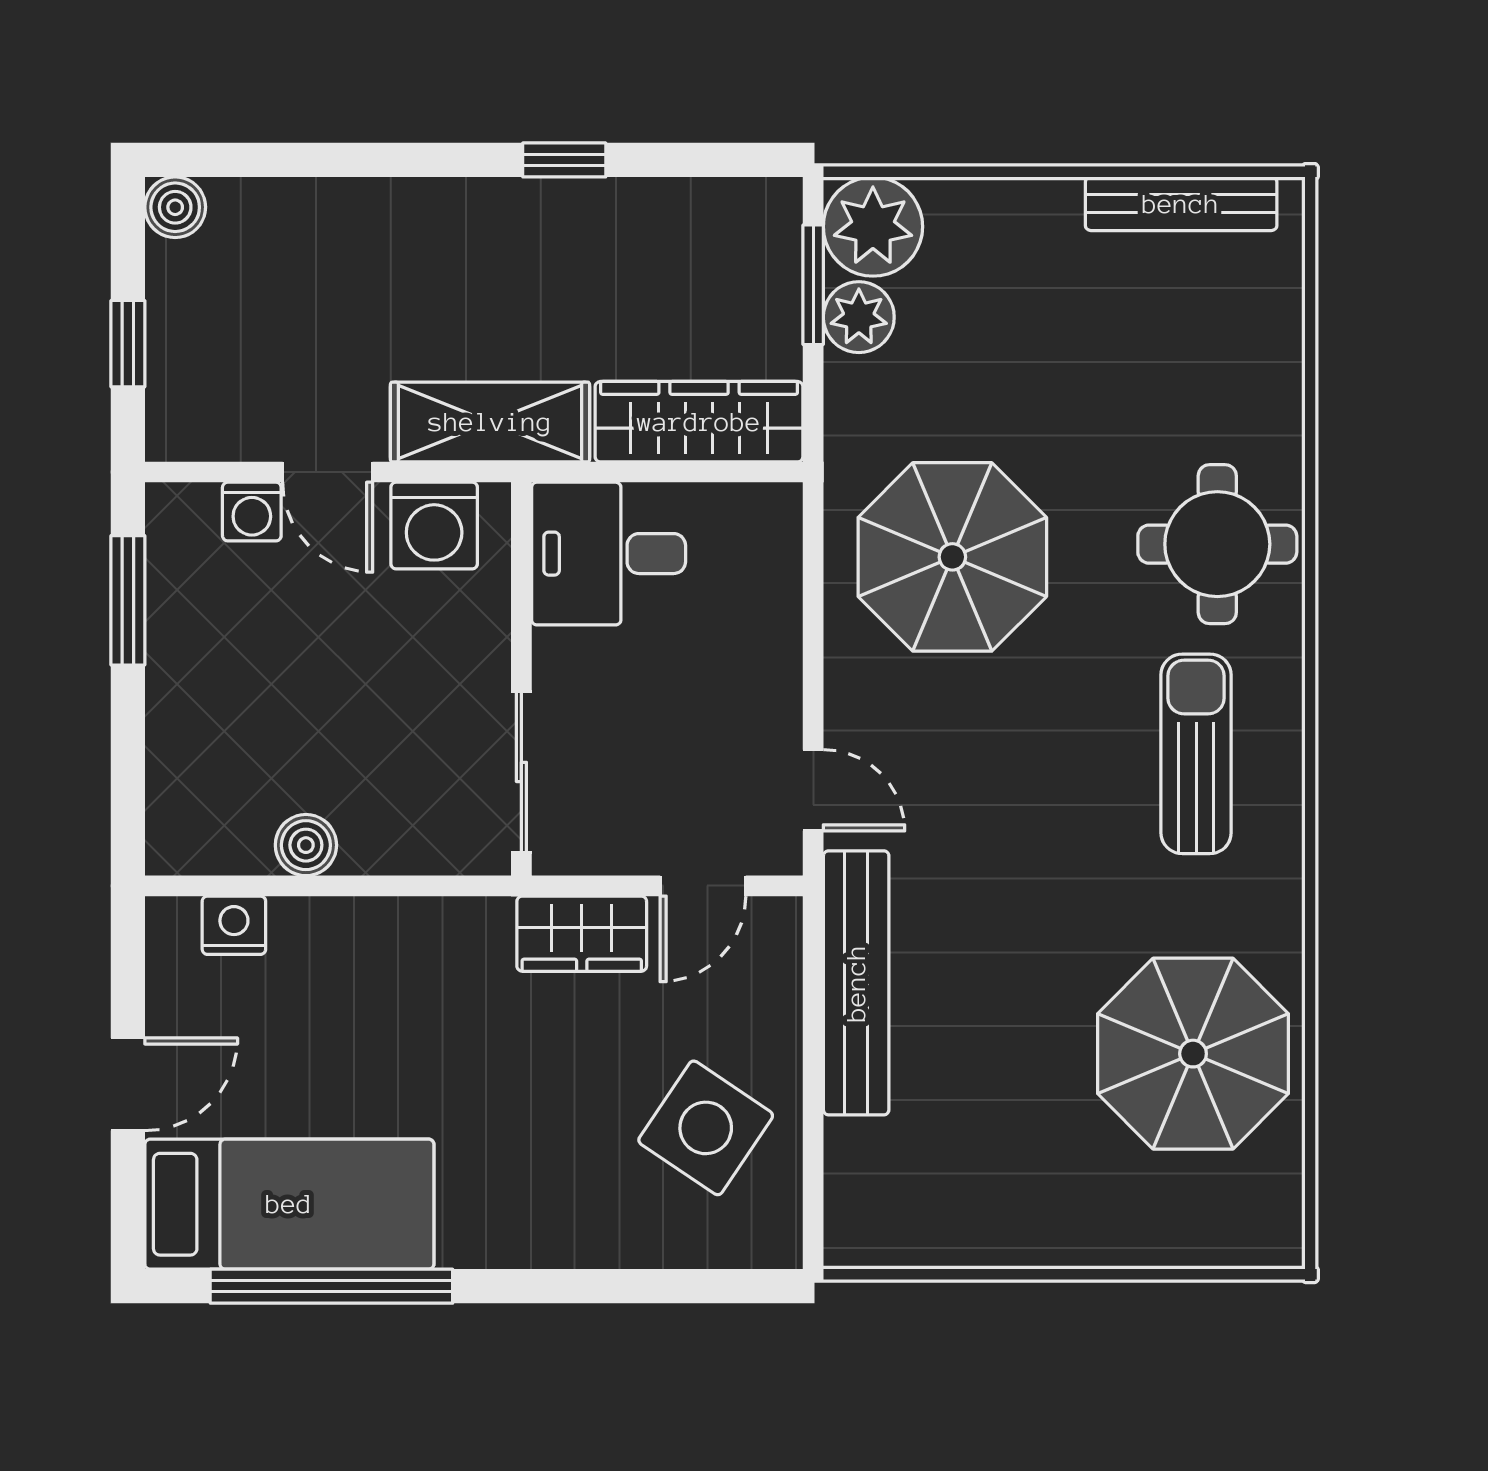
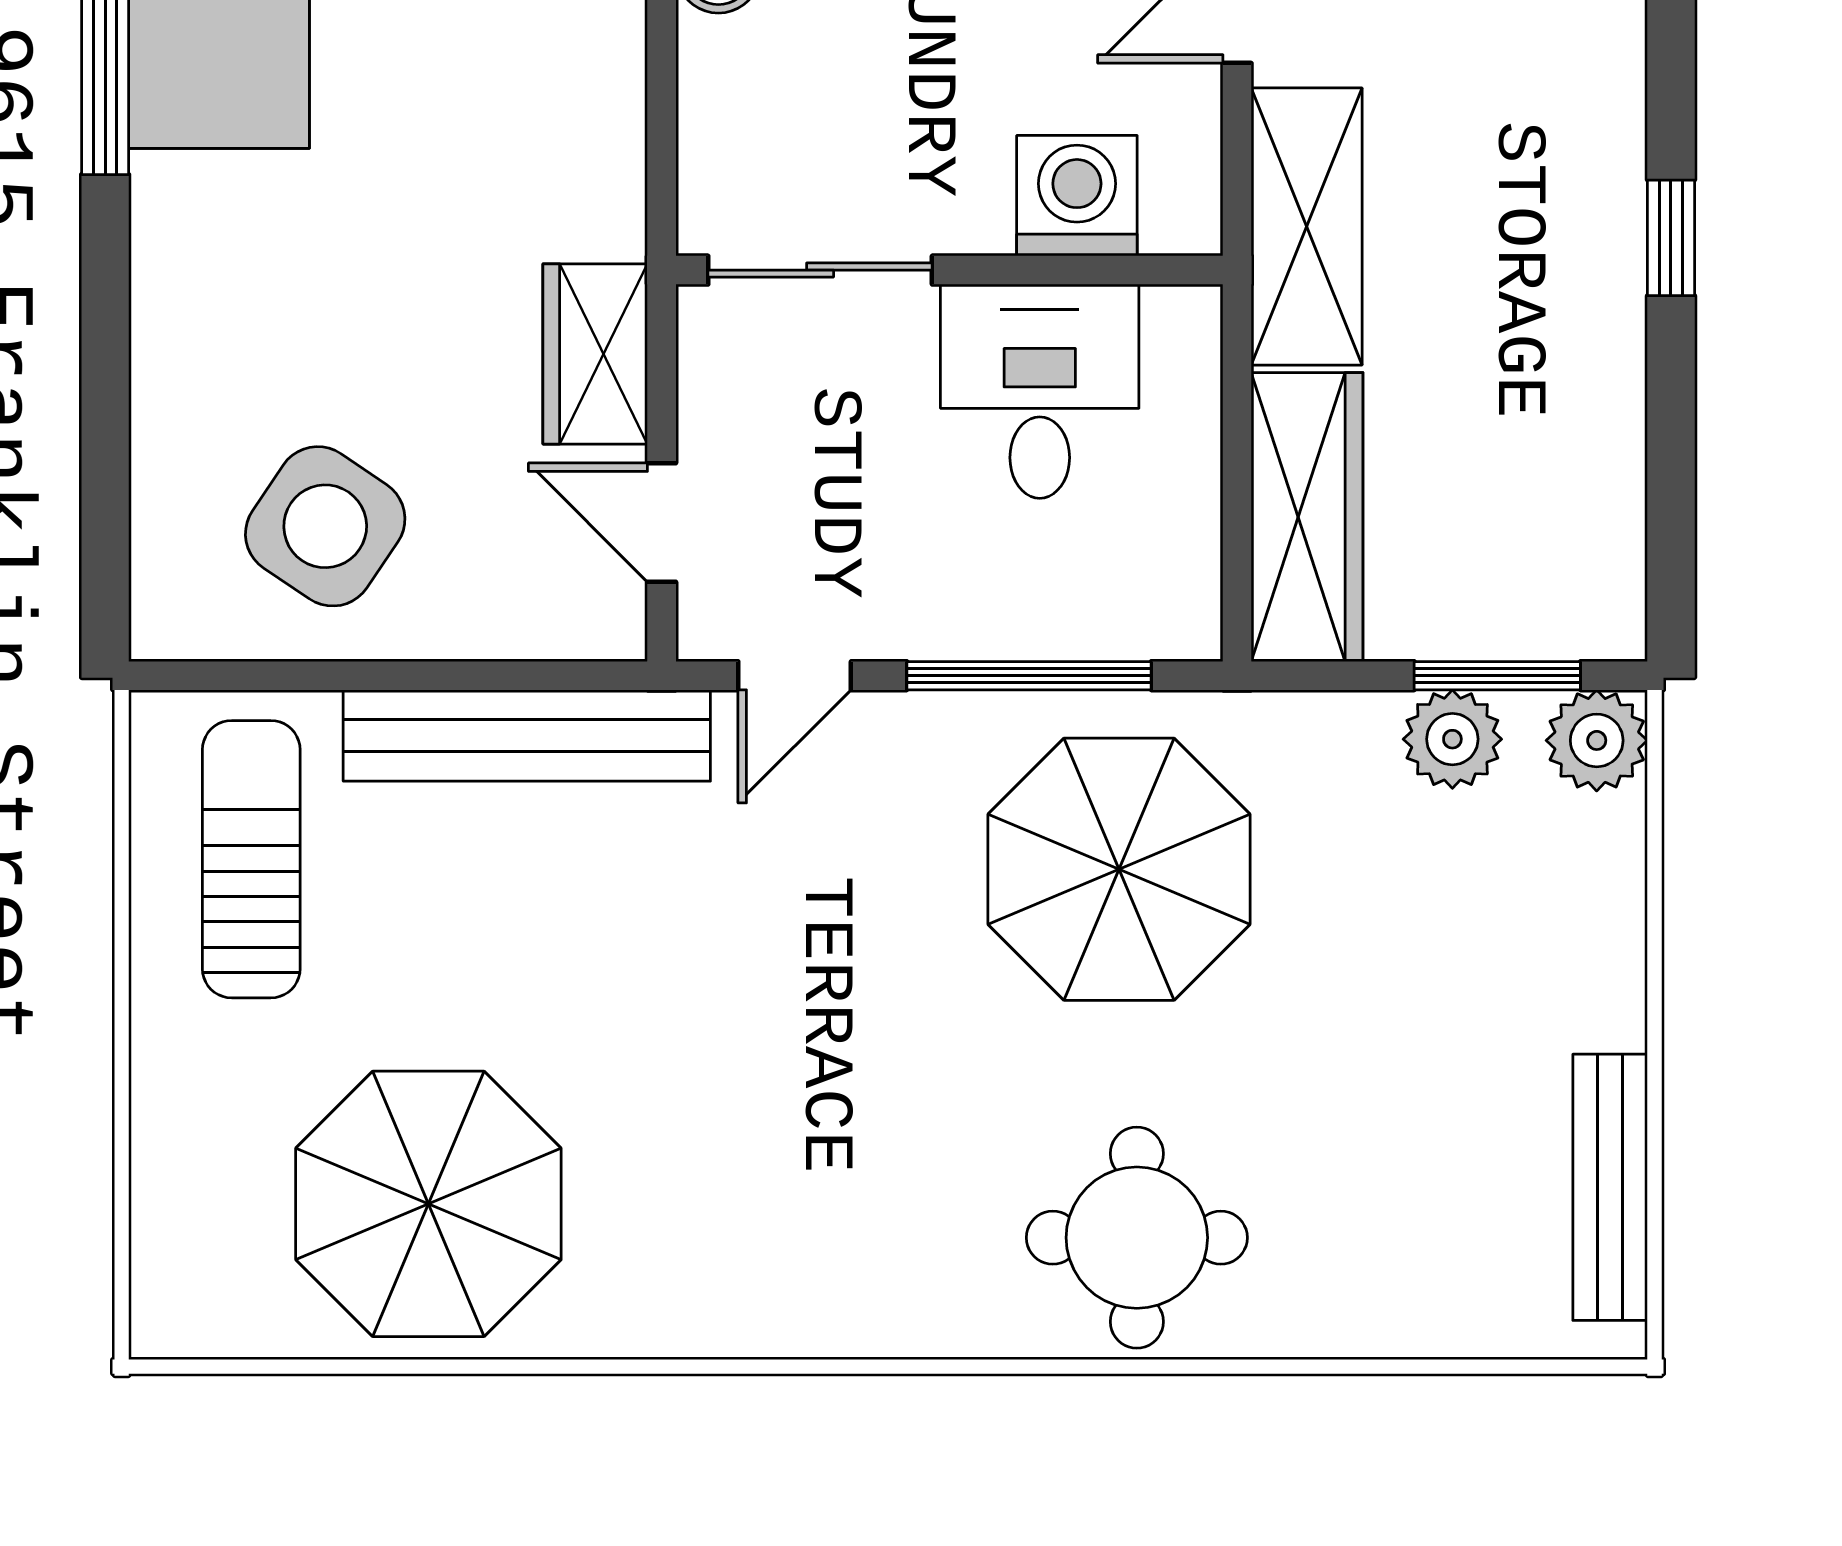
window: (564, 160) -> (1671, 238), moved
plant: (873, 227) -> (1597, 740), width x0.73, depth x0.73
washing machine: (434, 526) -> (1077, 196), moved, turned 90
desk: (609, 554) -> (1040, 391), moved
window: (813, 622) -> (1029, 676), added
sun lounger: (1196, 754) -> (251, 859), moved, turned -90

